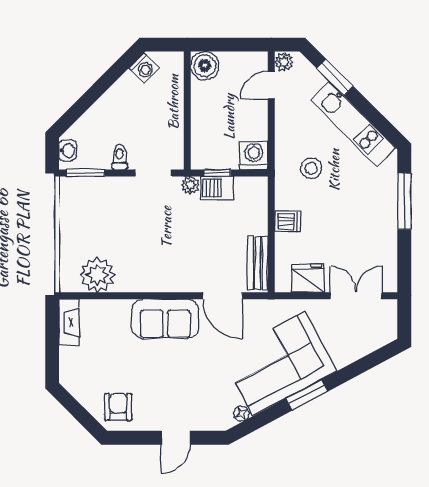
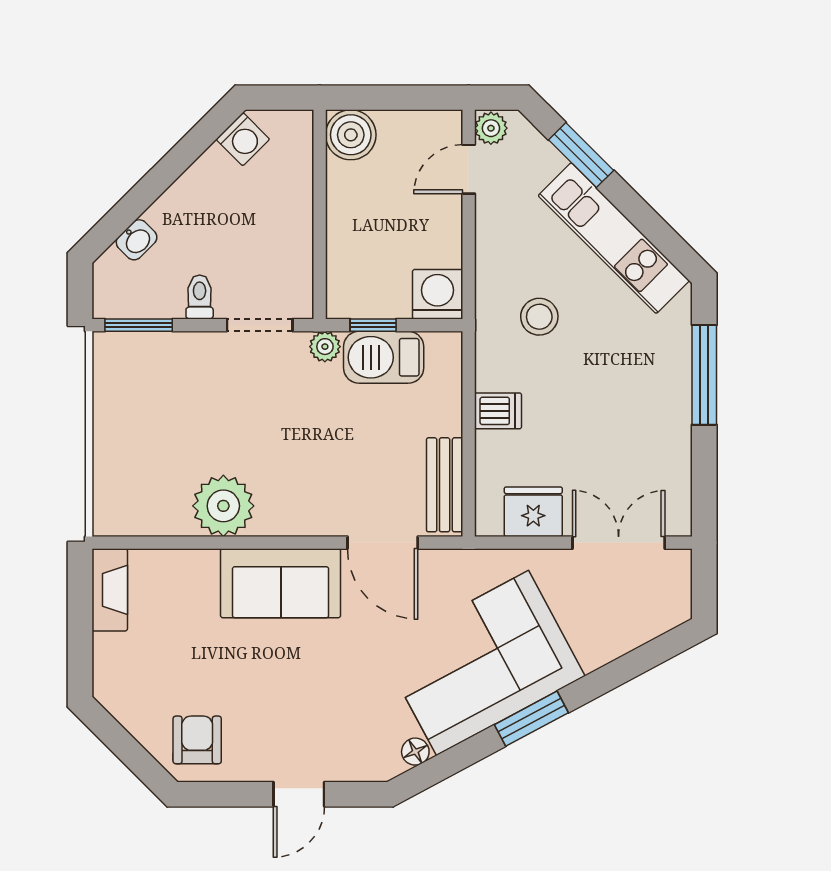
washbasin: (67, 150) -> (137, 240), moved, turned 45
barbecue: (217, 188) -> (384, 357), width x1.38, depth x1.27
plant: (97, 275) -> (223, 506), moved

